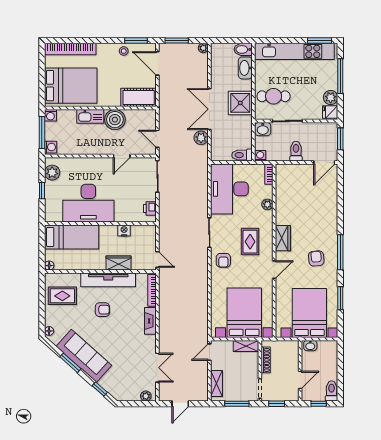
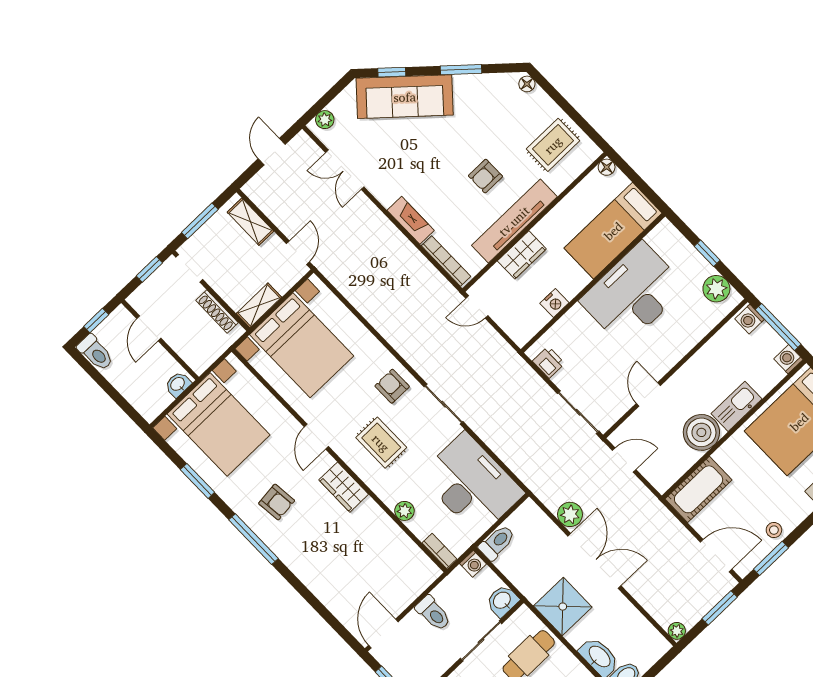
sofa: (84, 356) -> (405, 97), moved

